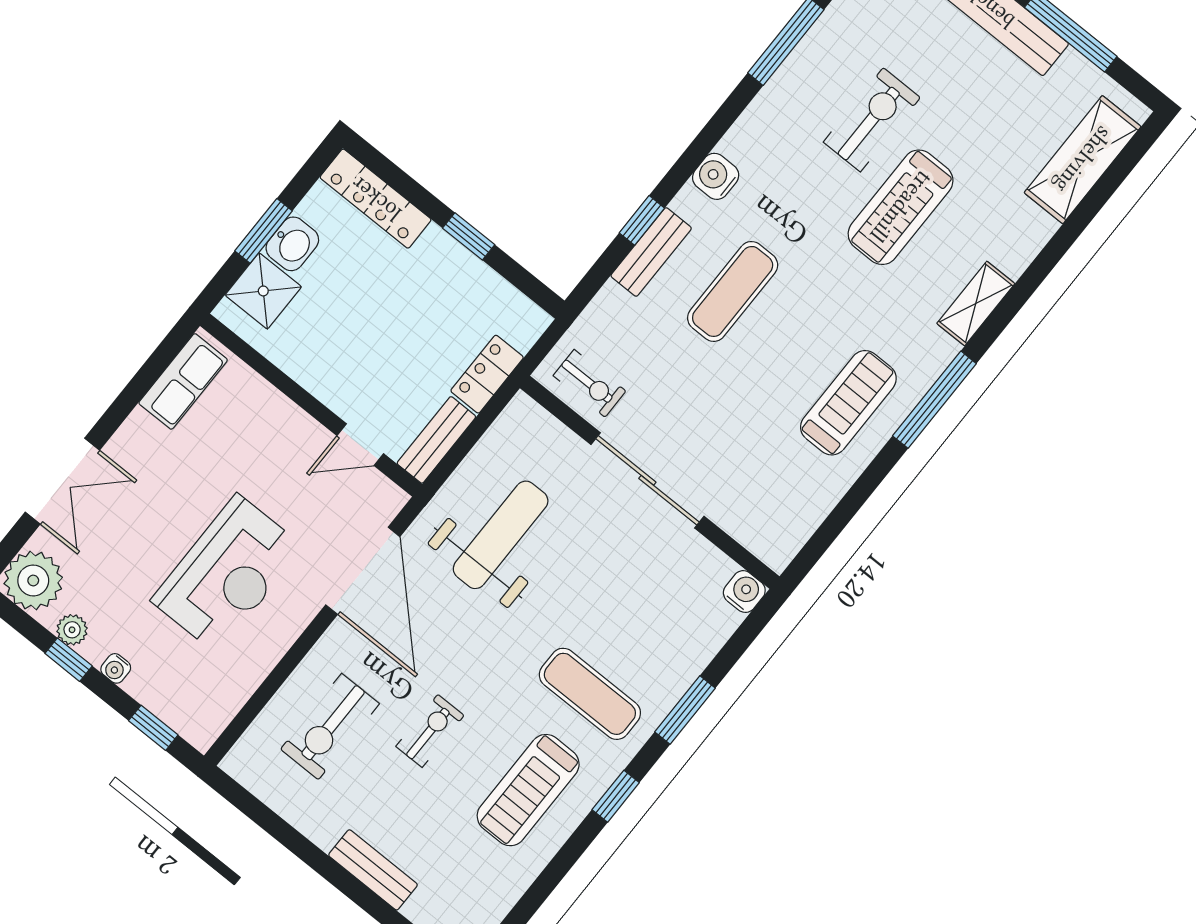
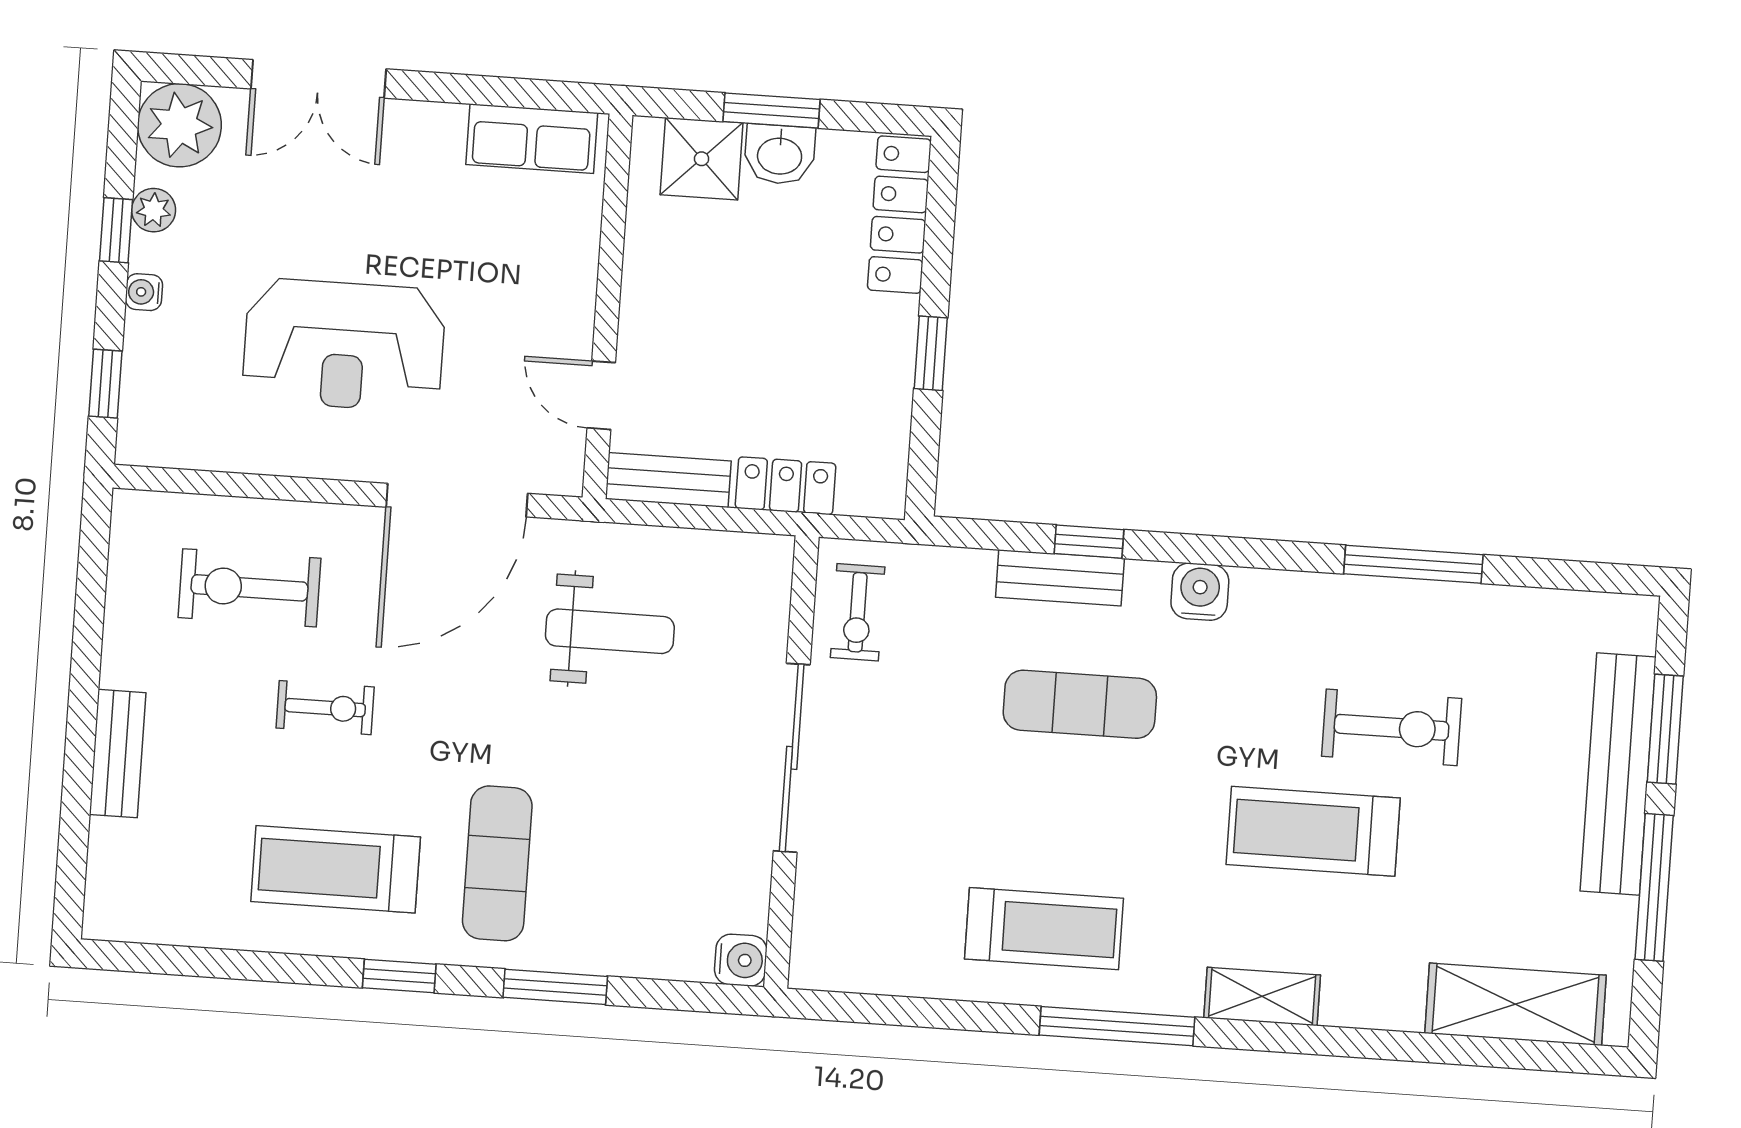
weight bench: (501, 535) -> (610, 631), width x0.73, depth x0.75

